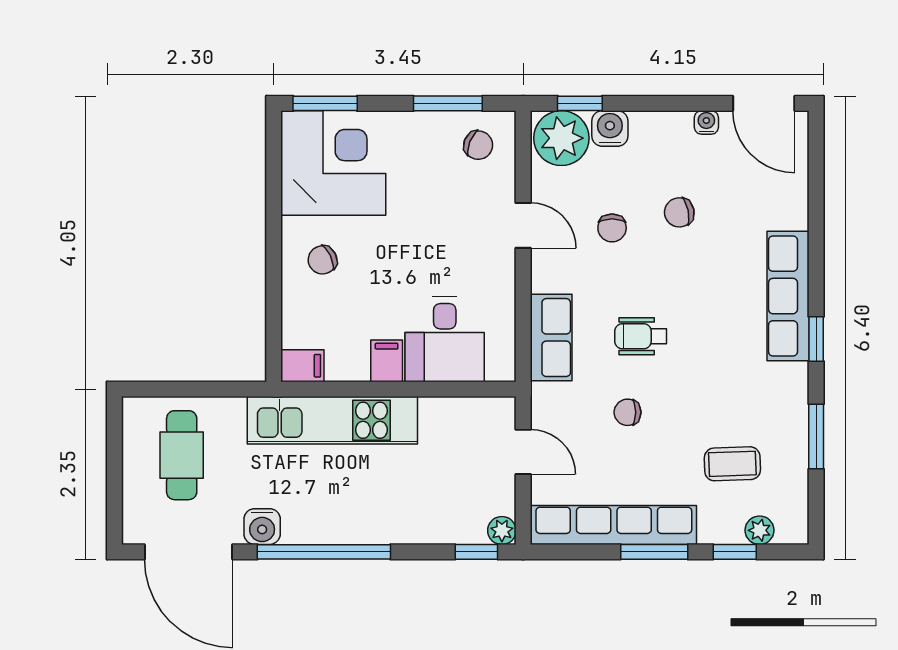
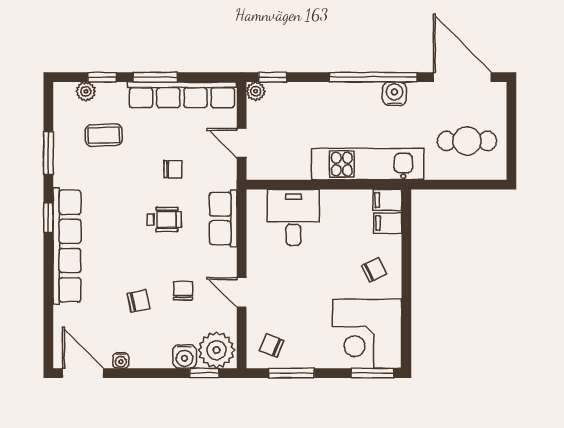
row of seats: (788, 296) -> (67, 246), width x1.36
filing cabinet: (387, 361) -> (388, 223), moved, turned 90
cafe table: (182, 455) -> (467, 141), turned 90
water cooler: (262, 527) -> (394, 94), moved

